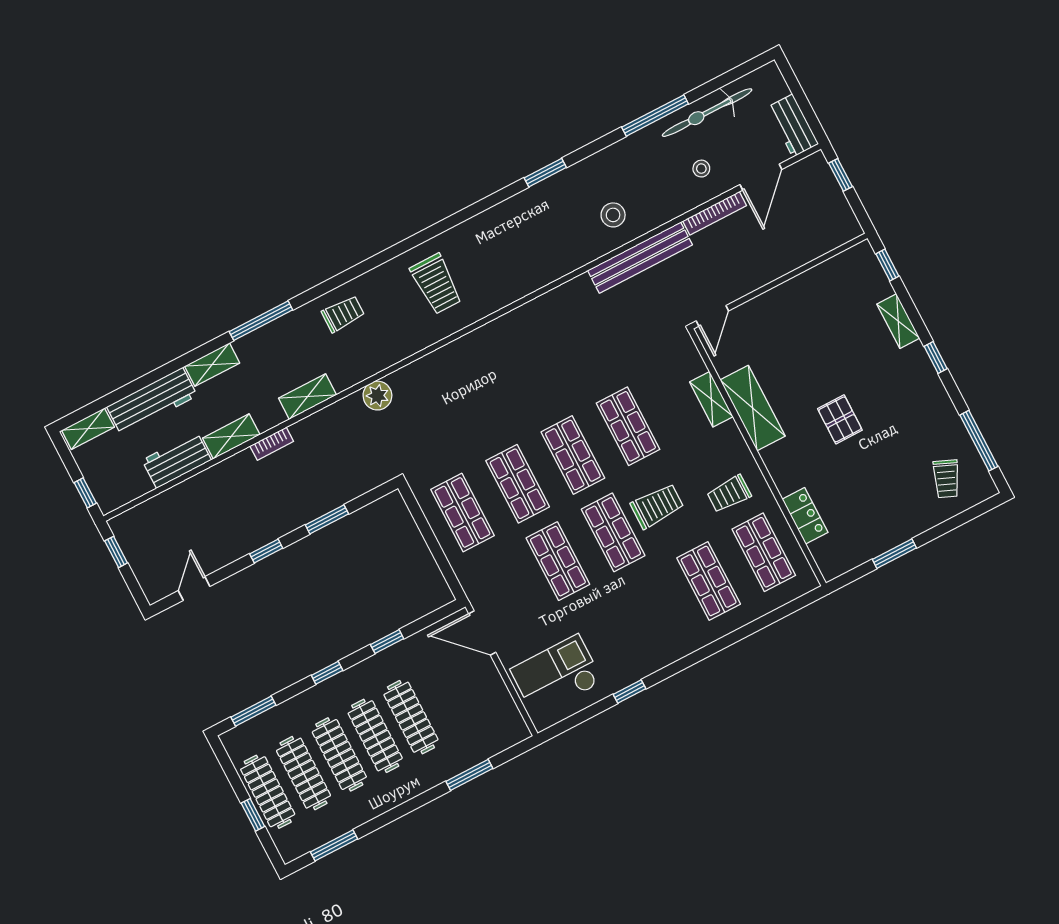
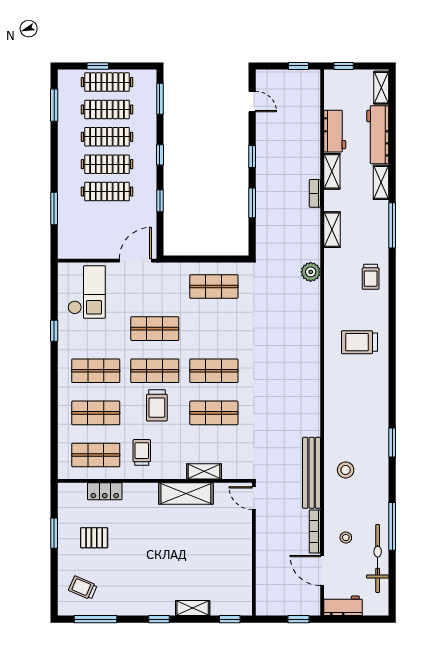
pallet: (840, 419) -> (94, 538), moved
shop shelf: (518, 484) -> (96, 371), moved

